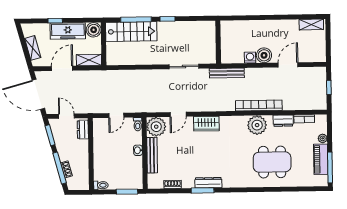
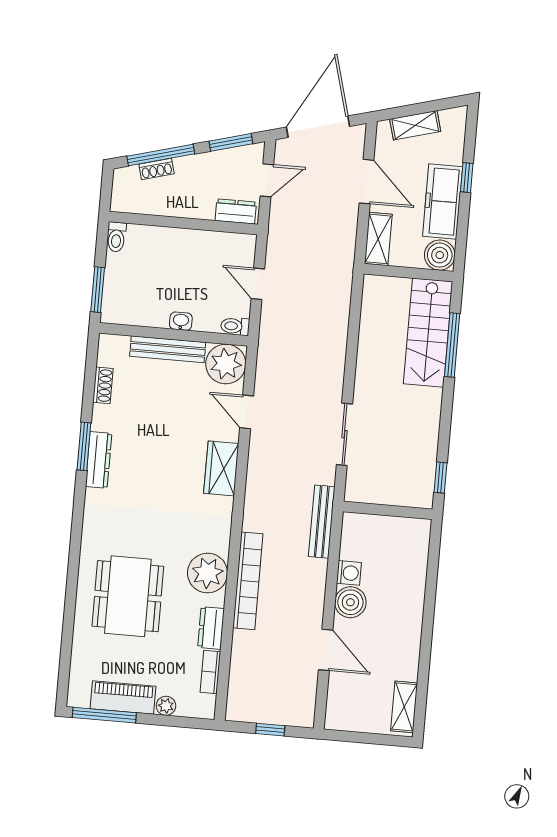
window: (168, 19) -> (440, 478), moved

